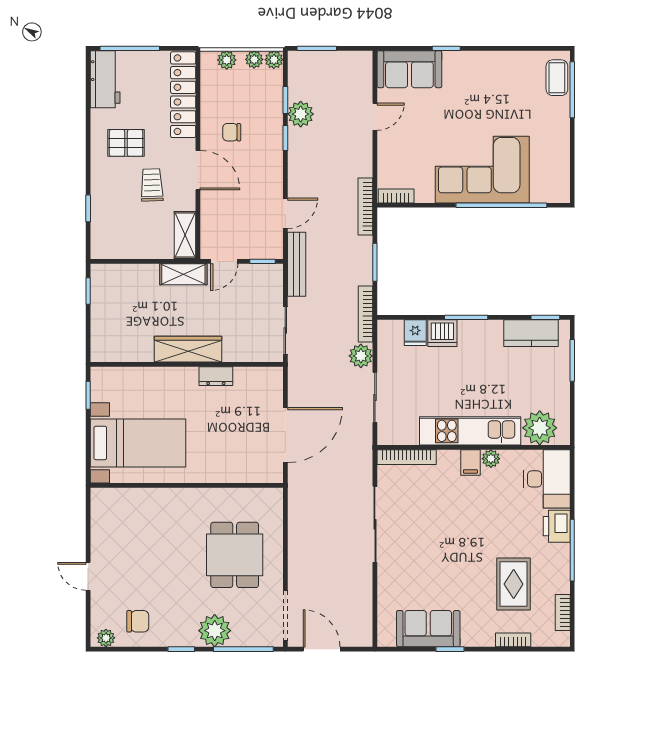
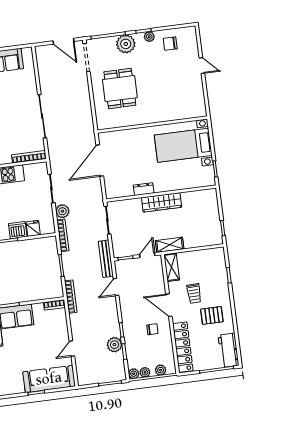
sofa: (409, 69) -> (49, 379), width x1.36
plant: (106, 638) -> (149, 37), moved

